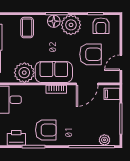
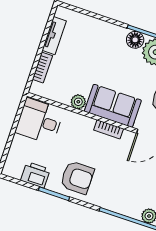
coffee table: (27, 28) -> (98, 36), removed
plant: (24, 73) -> (78, 102), width x0.53, depth x0.53

